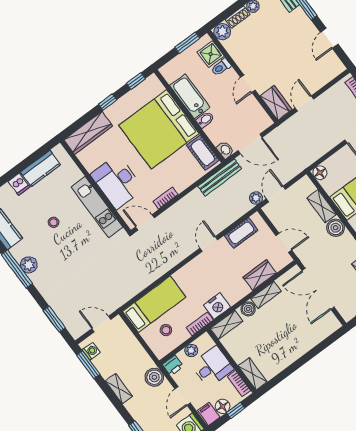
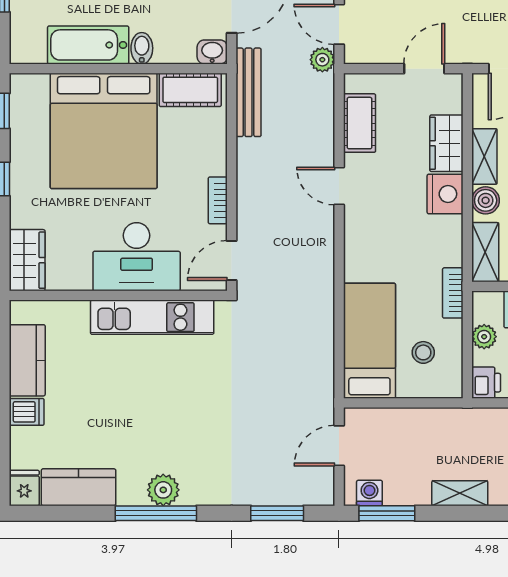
wardrobe: (88, 133) -> (27, 260), width x0.67
stool: (54, 222) -> (126, 402), removed
nightstand: (217, 306) -> (445, 194), moved
boiler: (154, 377) -> (483, 425), removed

